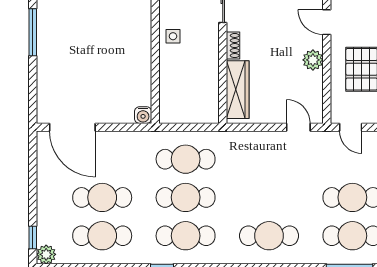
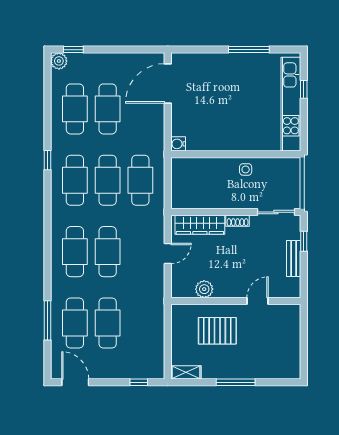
plant: (313, 60) -> (204, 289), moved
door: (298, 127) -> (168, 254), moved
door: (351, 127) -> (168, 322), removed
cafe table: (269, 197) -> (108, 252), added

